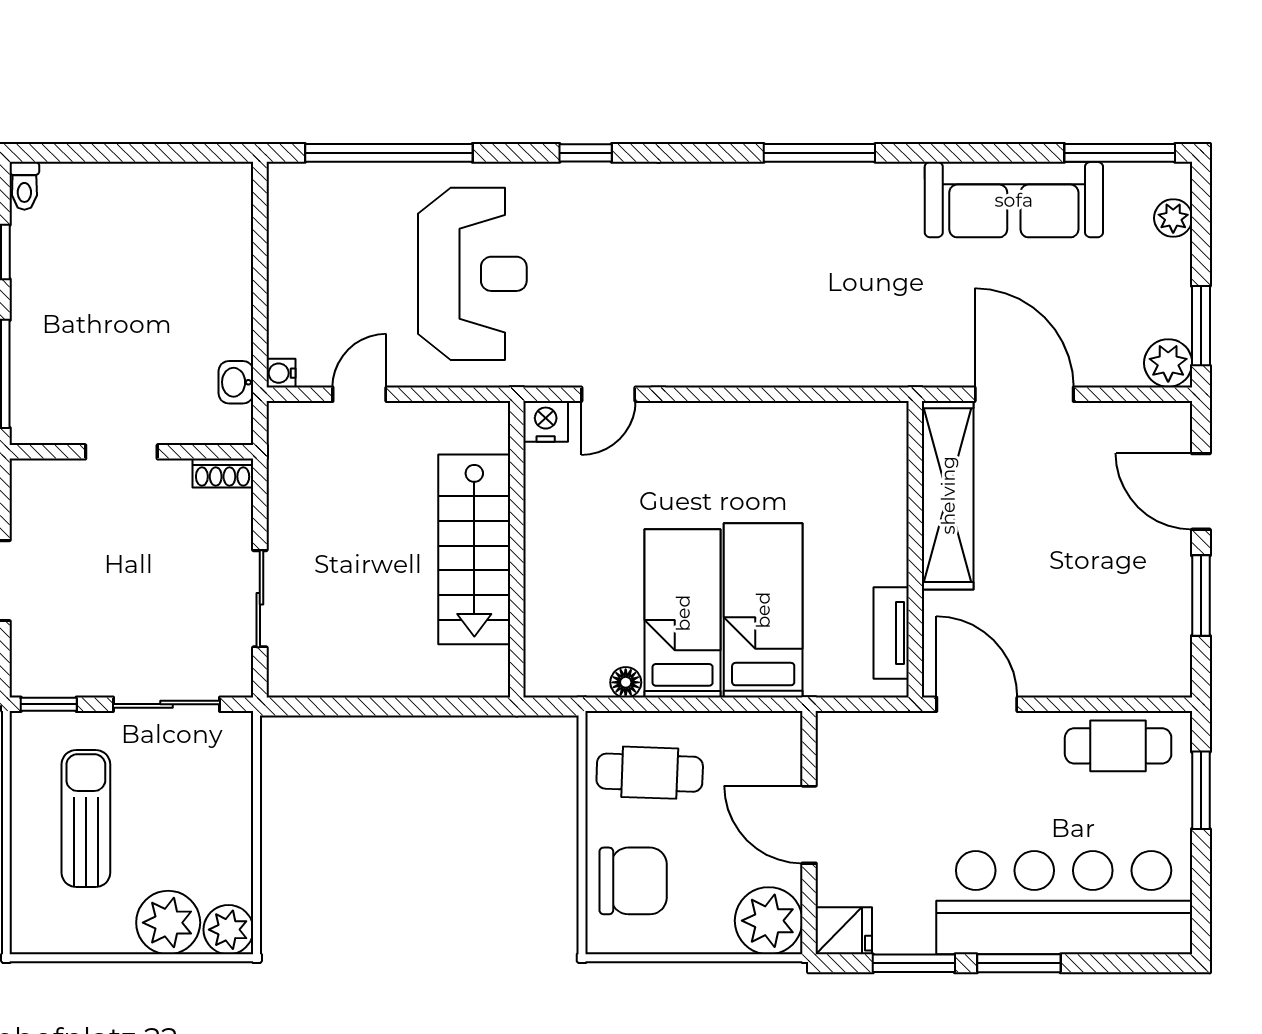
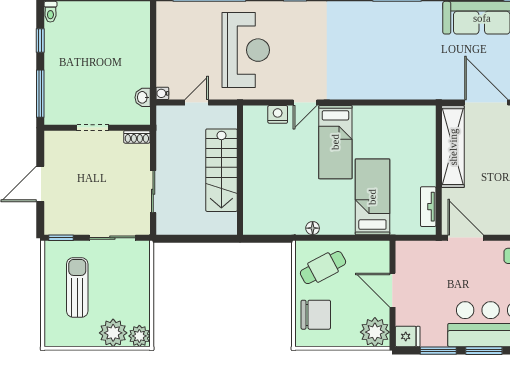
stairs: (474, 549) -> (221, 170), moved
wall: (517, 549) -> (240, 170), moved
bed: (683, 613) -> (335, 142), moved, turned 180
cafe table: (650, 773) -> (323, 268), turned -30

